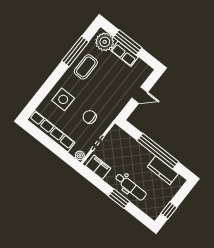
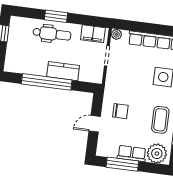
window: (128, 42) -> (122, 164), moved
chair: (90, 117) -> (120, 111), moved
kitchen counter: (163, 170) -> (63, 71), moved
dental chair: (131, 187) -> (52, 34), turned 180

